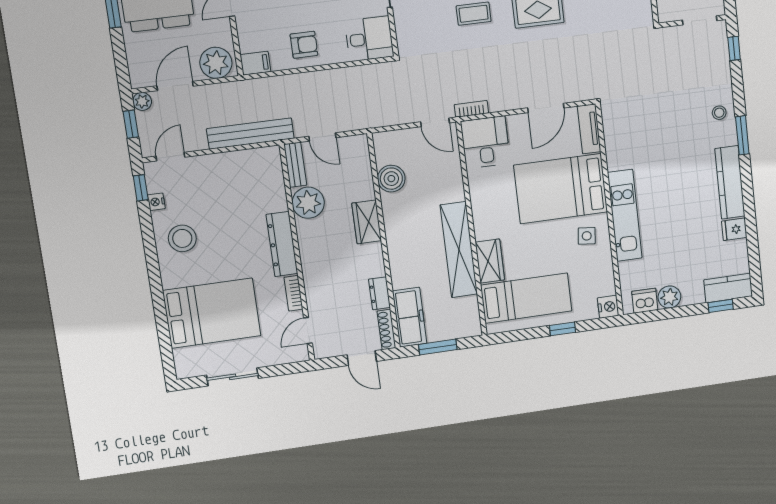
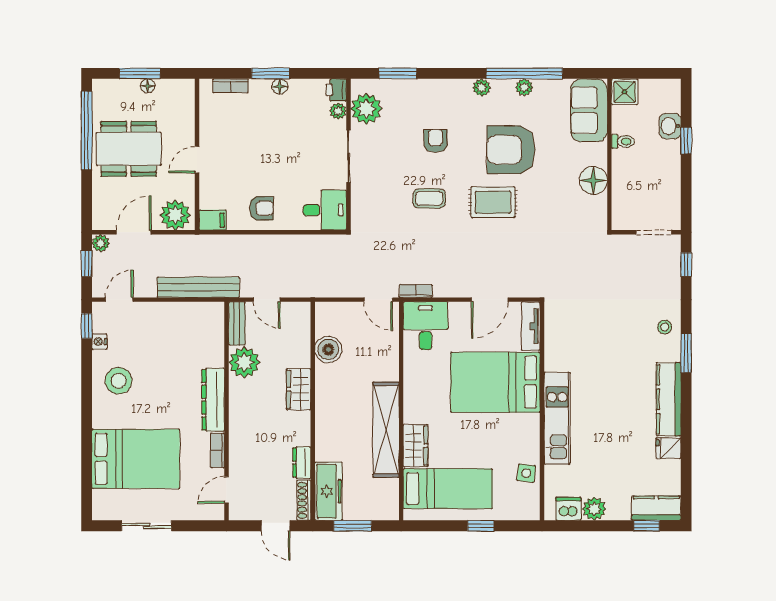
side table: (587, 236) -> (526, 473), moved
nightstand: (608, 307) -> (530, 510), removed

